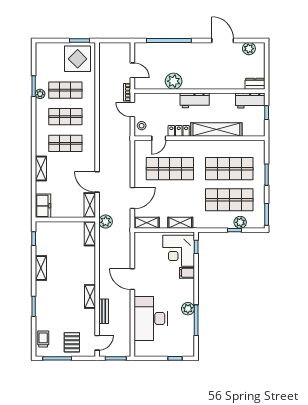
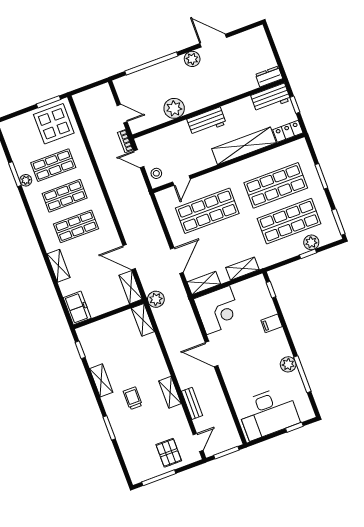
plant: (249, 49) -> (192, 59), moved
locker: (179, 131) -> (288, 131), moved
corner desk: (179, 251) -> (218, 310), moved, turned -90
desk: (151, 319) -> (268, 413), moved, turned -90
trolley: (43, 339) -> (133, 398), moved

